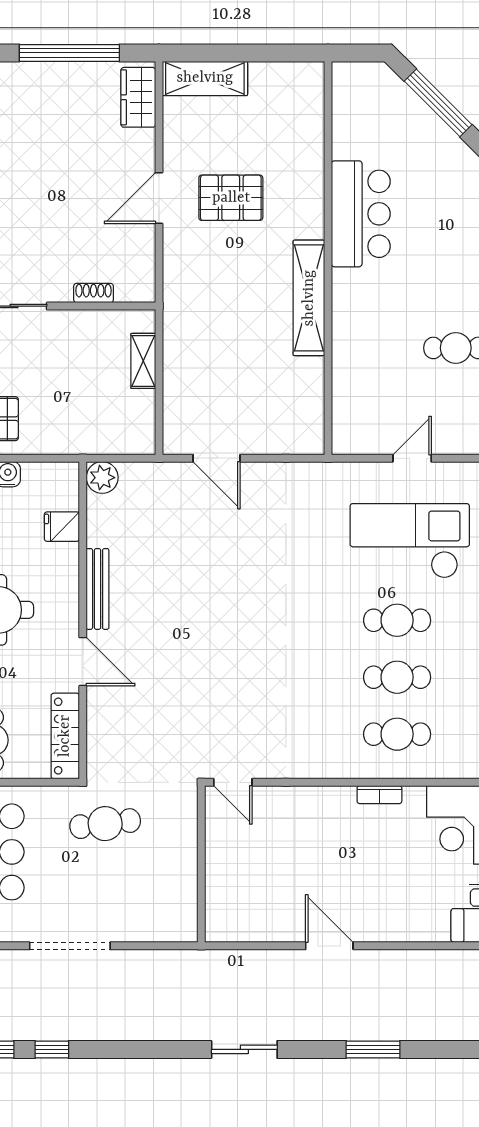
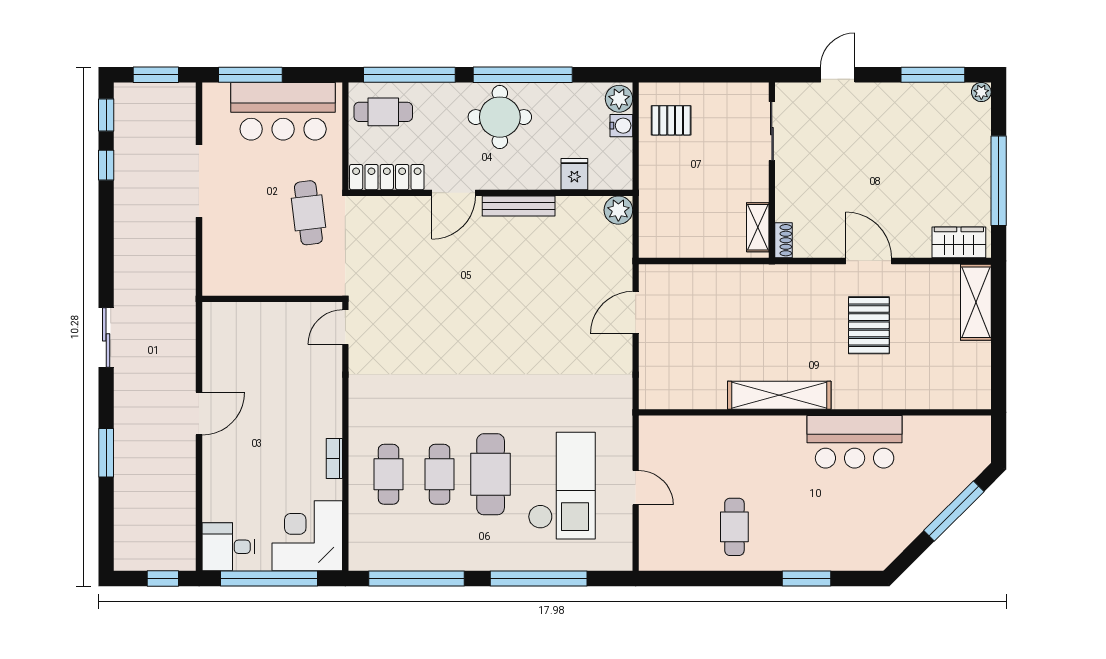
shoe rack: (94, 293) -> (784, 240), moved
shelving: (143, 361) -> (758, 227), moved, turned 90
cafe table: (397, 620) -> (491, 474), width x1.37, depth x1.35

